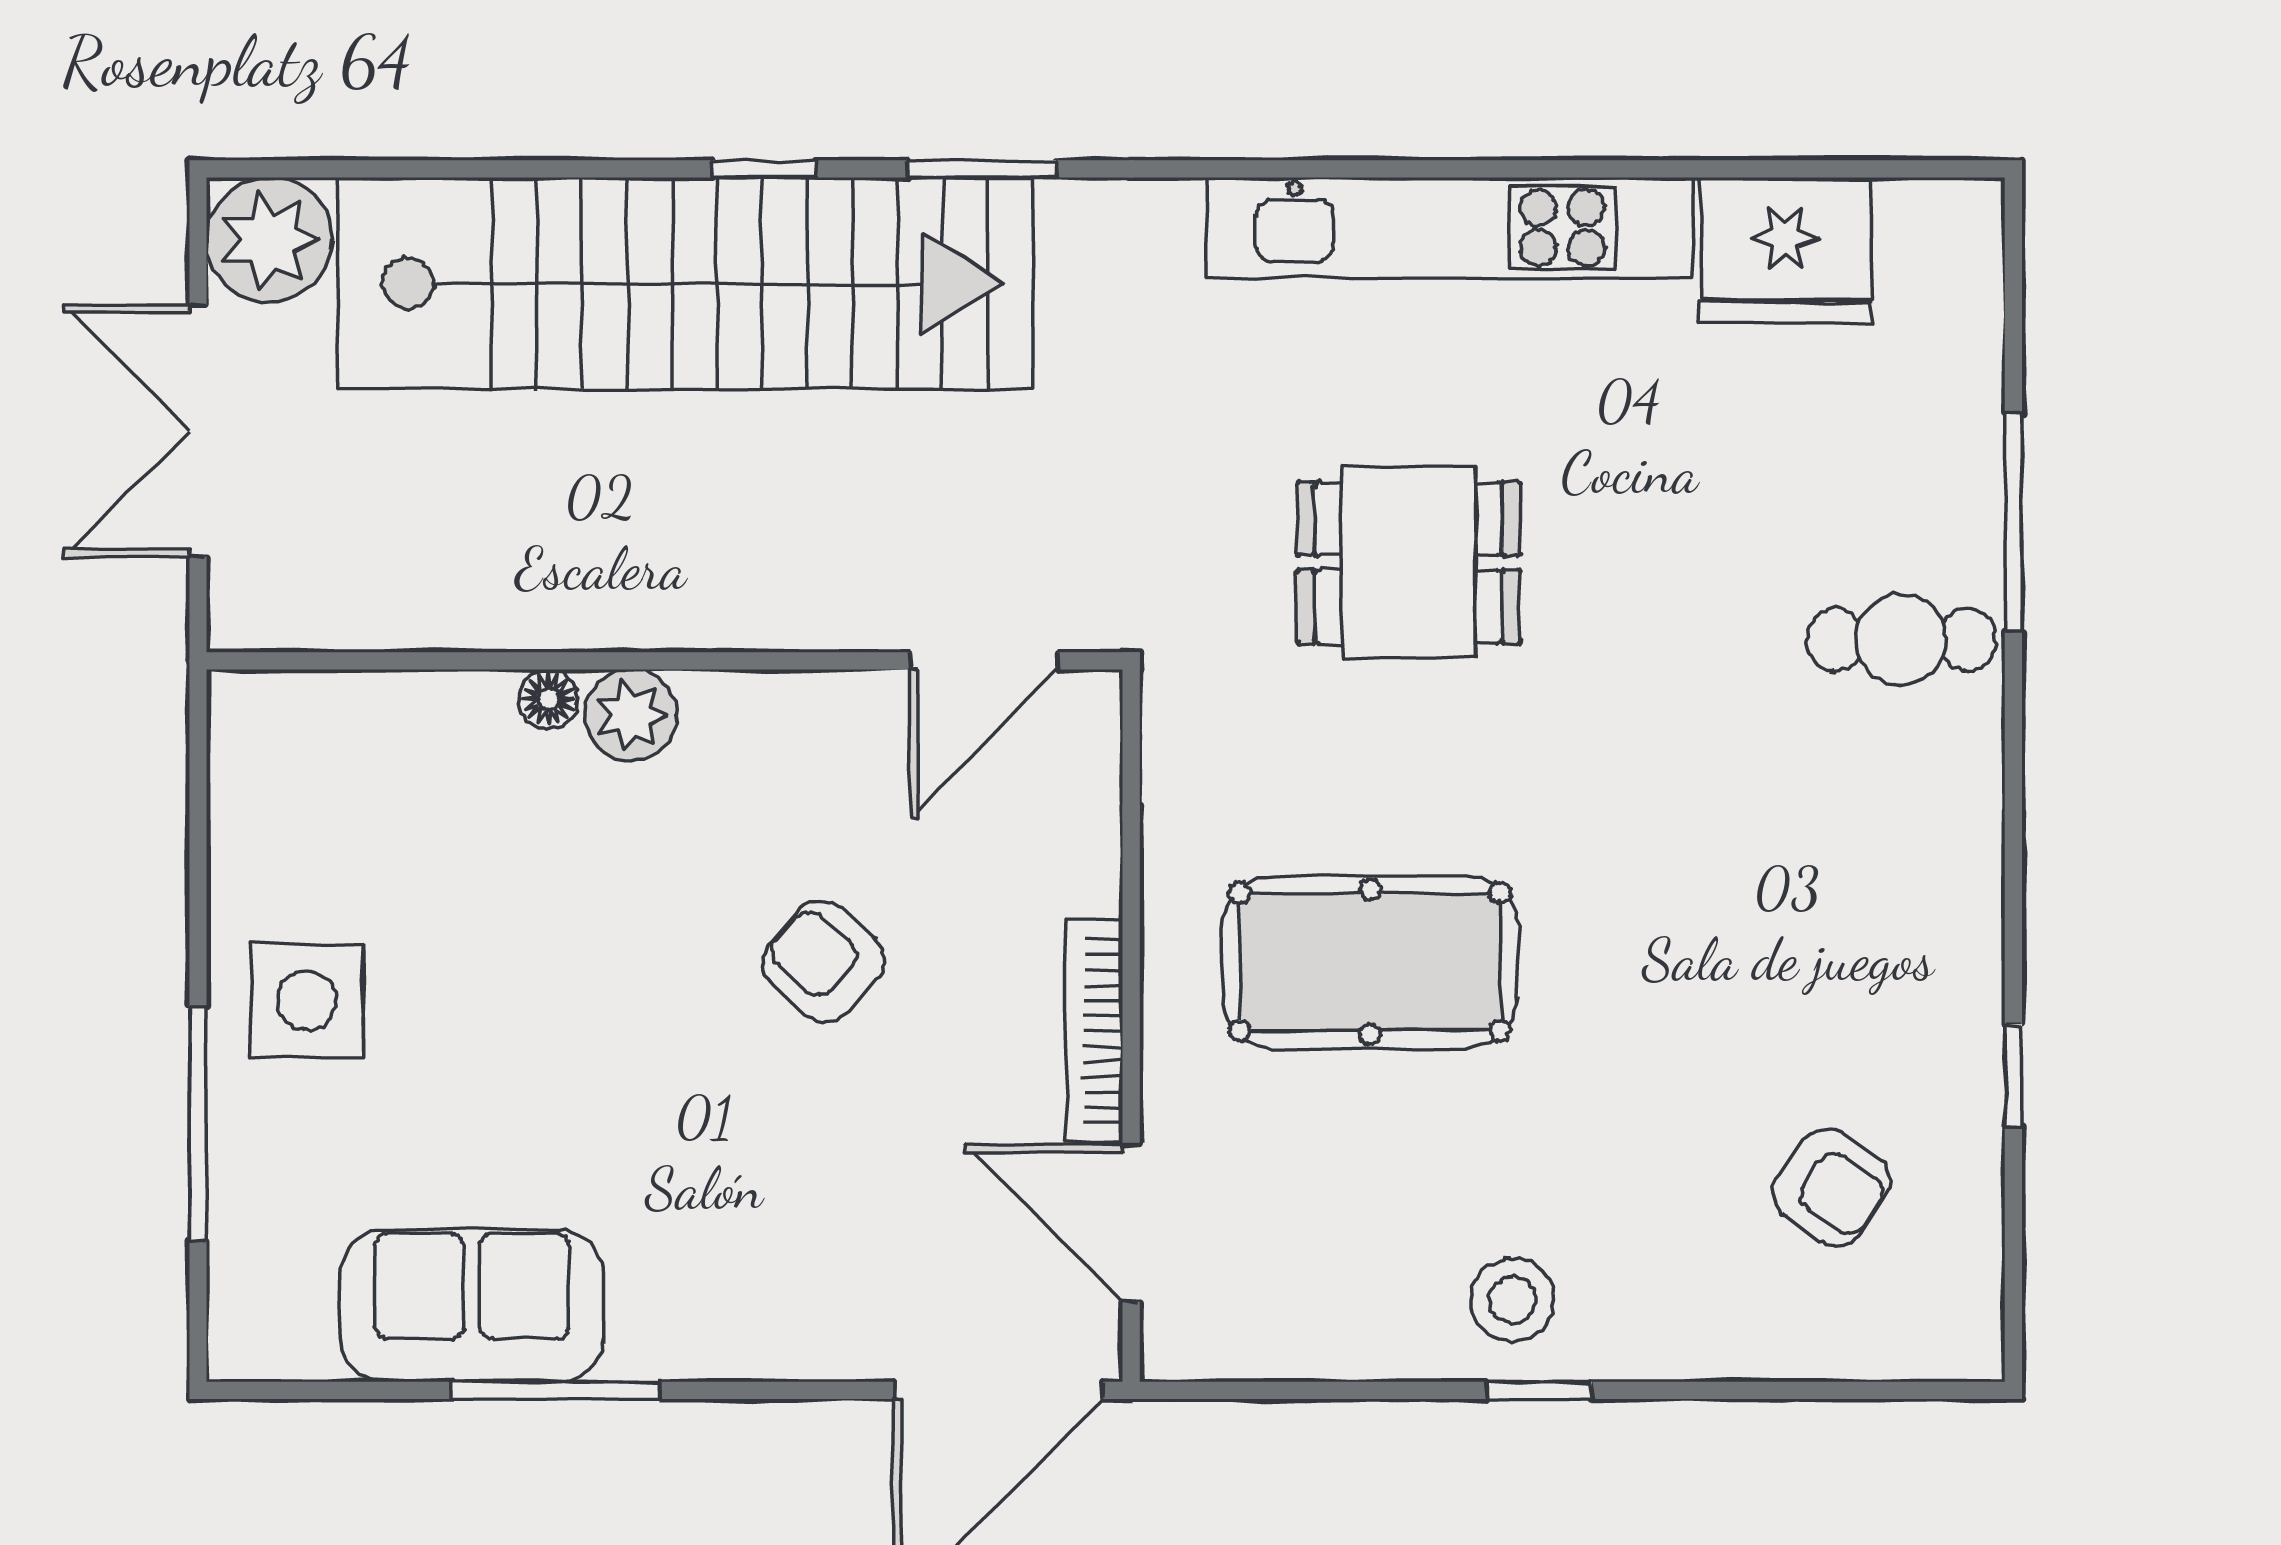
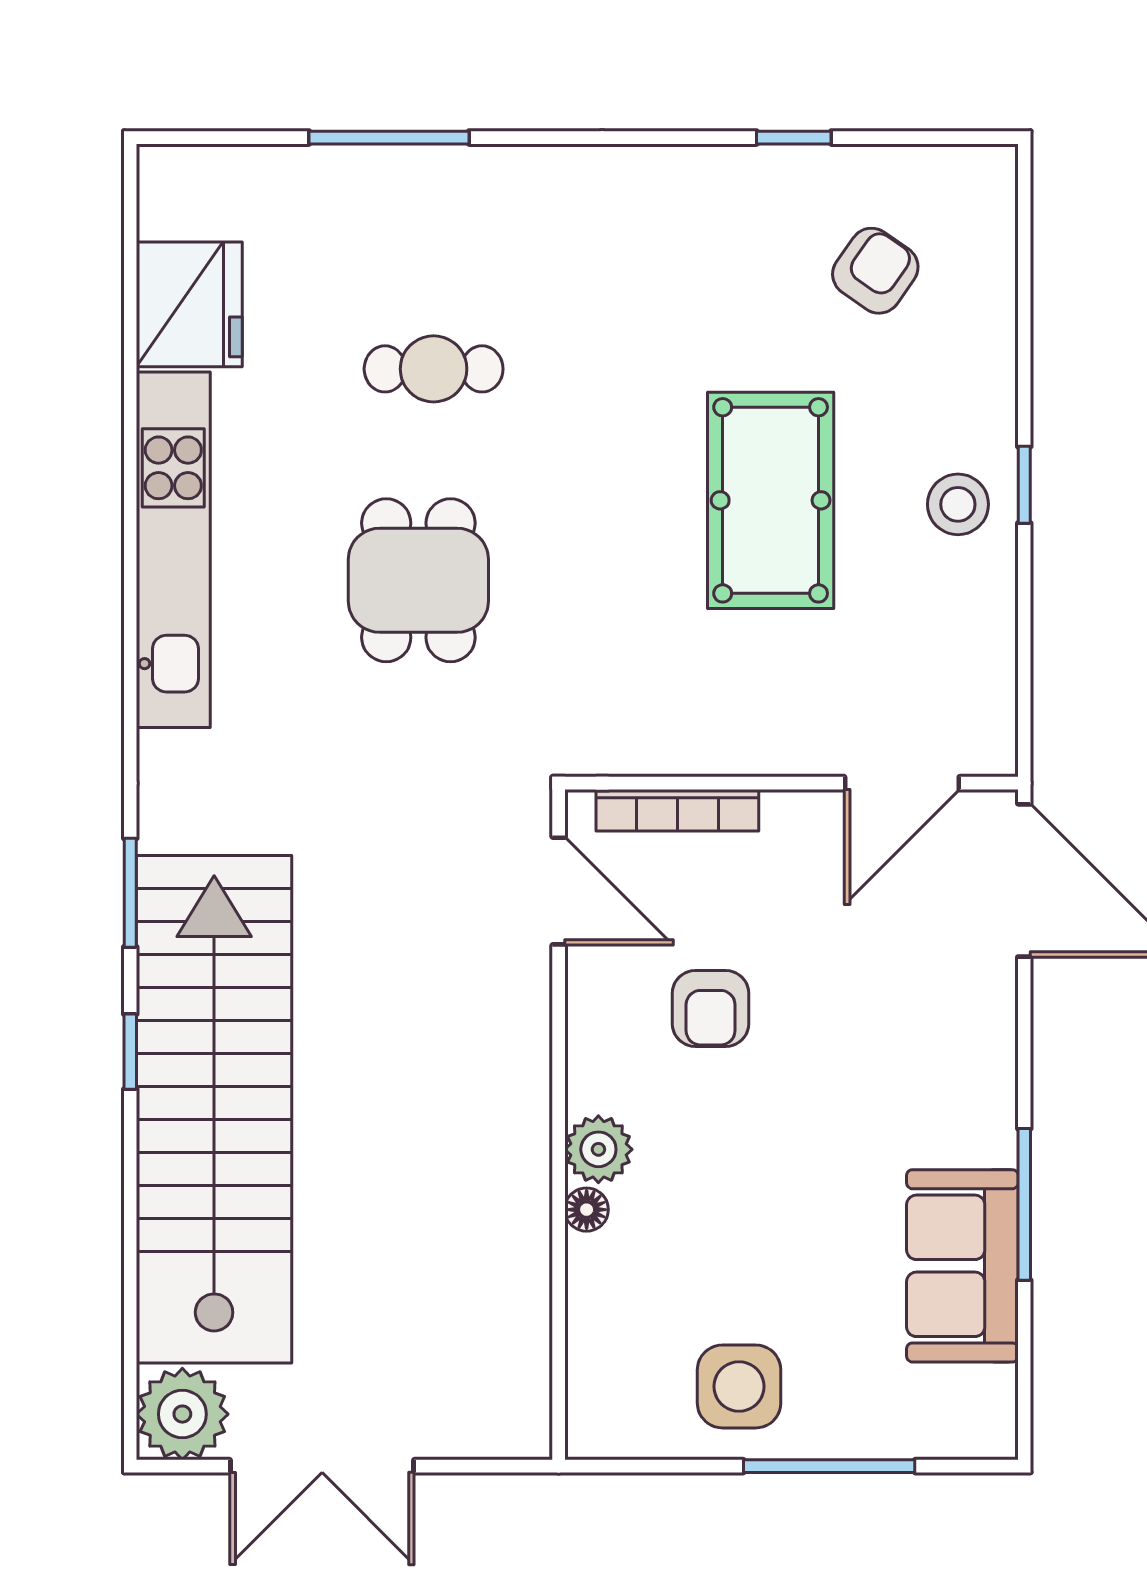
cafe table: (1901, 640) -> (434, 369), moved, turned 90
wall: (665, 661) -> (559, 1125), moved
door: (984, 661) -> (559, 891), moved
floor lamp: (549, 699) -> (587, 1210), moved
plant: (631, 715) -> (598, 1149), moved
armchair: (823, 962) -> (711, 1009), turned -41
pool table: (1370, 962) -> (771, 500), moved
bookcase: (1094, 1031) -> (677, 810), moved

